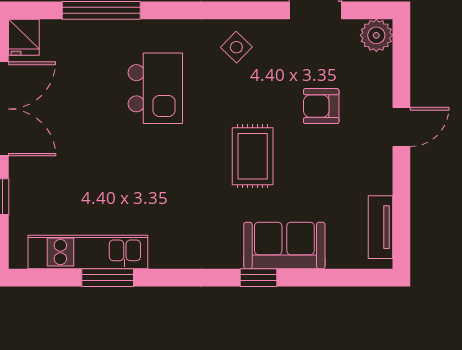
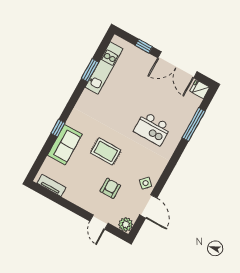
side table: (236, 47) -> (146, 183), moved
door: (401, 127) -> (99, 222), moved

